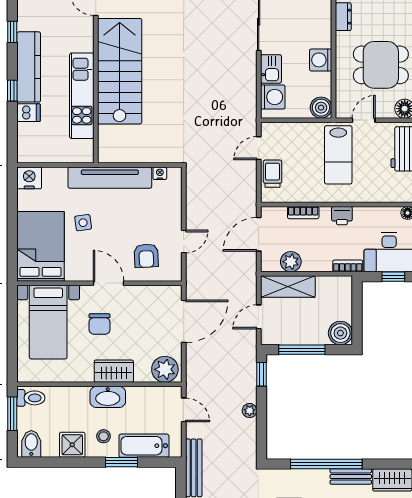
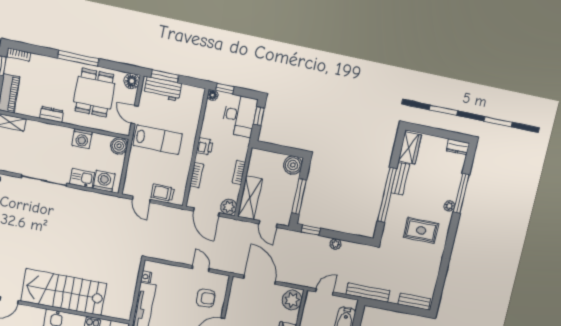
plant: (291, 262) -> (229, 207), moved
bookcase: (348, 266) -> (239, 172), moved

